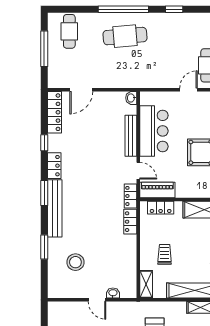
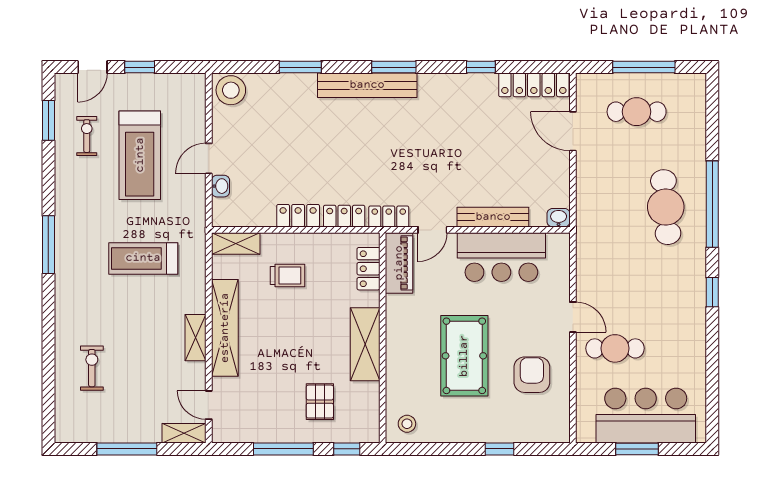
cafe table: (69, 31) -> (637, 112), moved
locker: (54, 166) -> (298, 216), moved, turned 180
stool: (75, 262) -> (231, 90), moved

